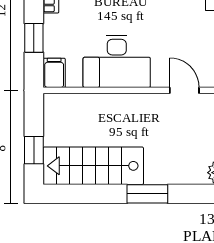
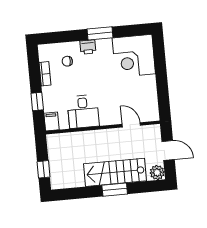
desk: (117, 61) -> (83, 111), width x0.73
stairs: (93, 166) -> (115, 172), moved

